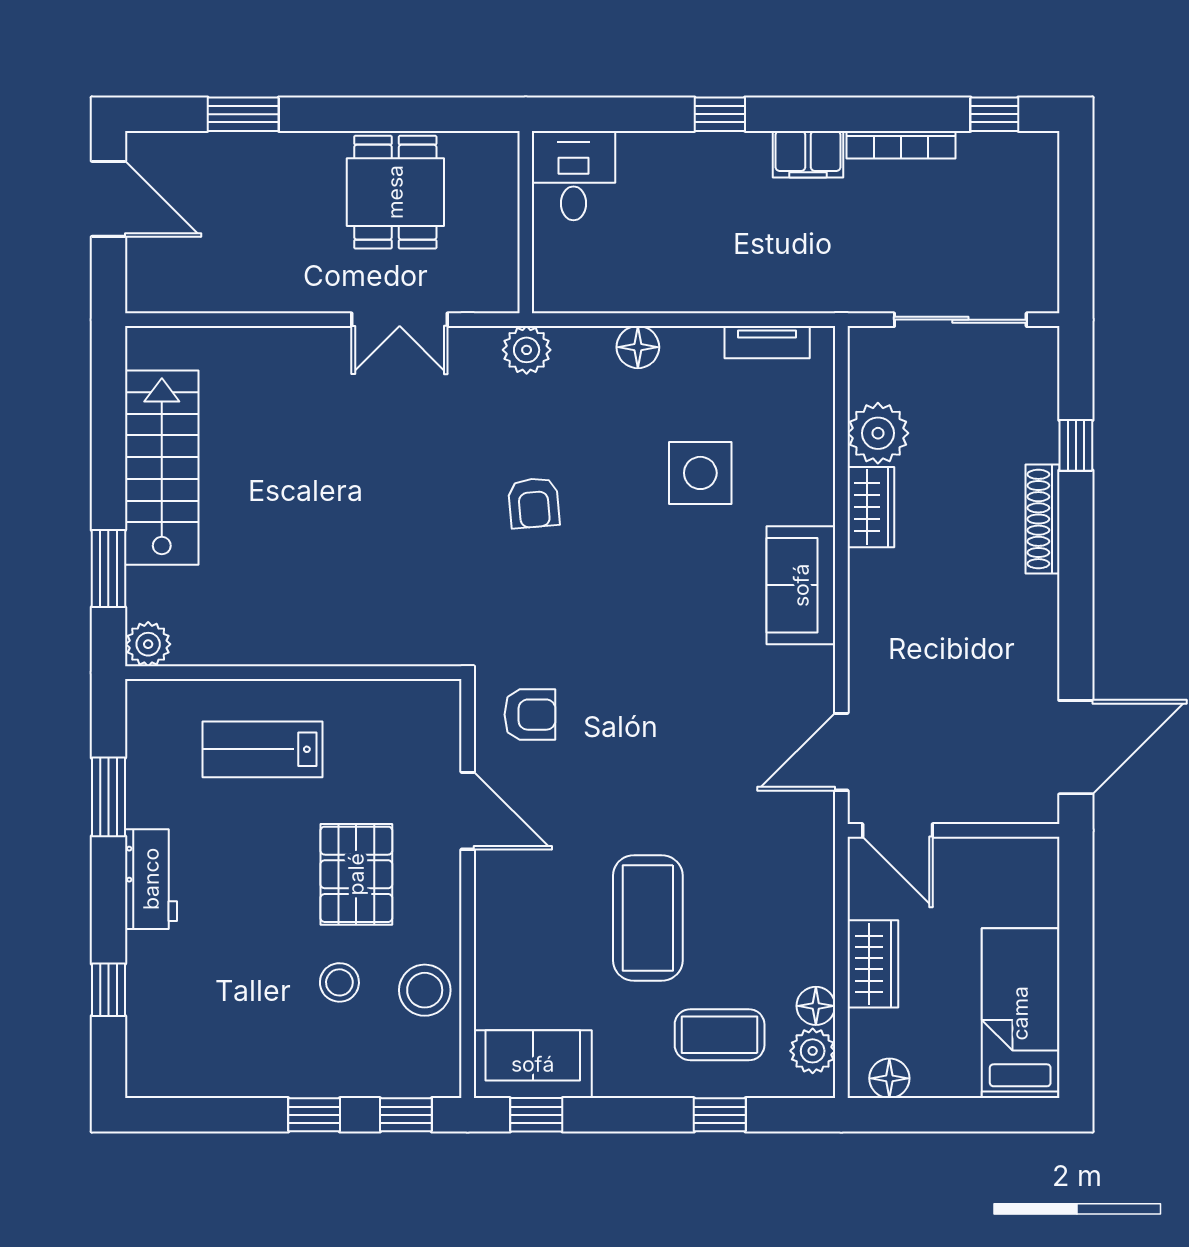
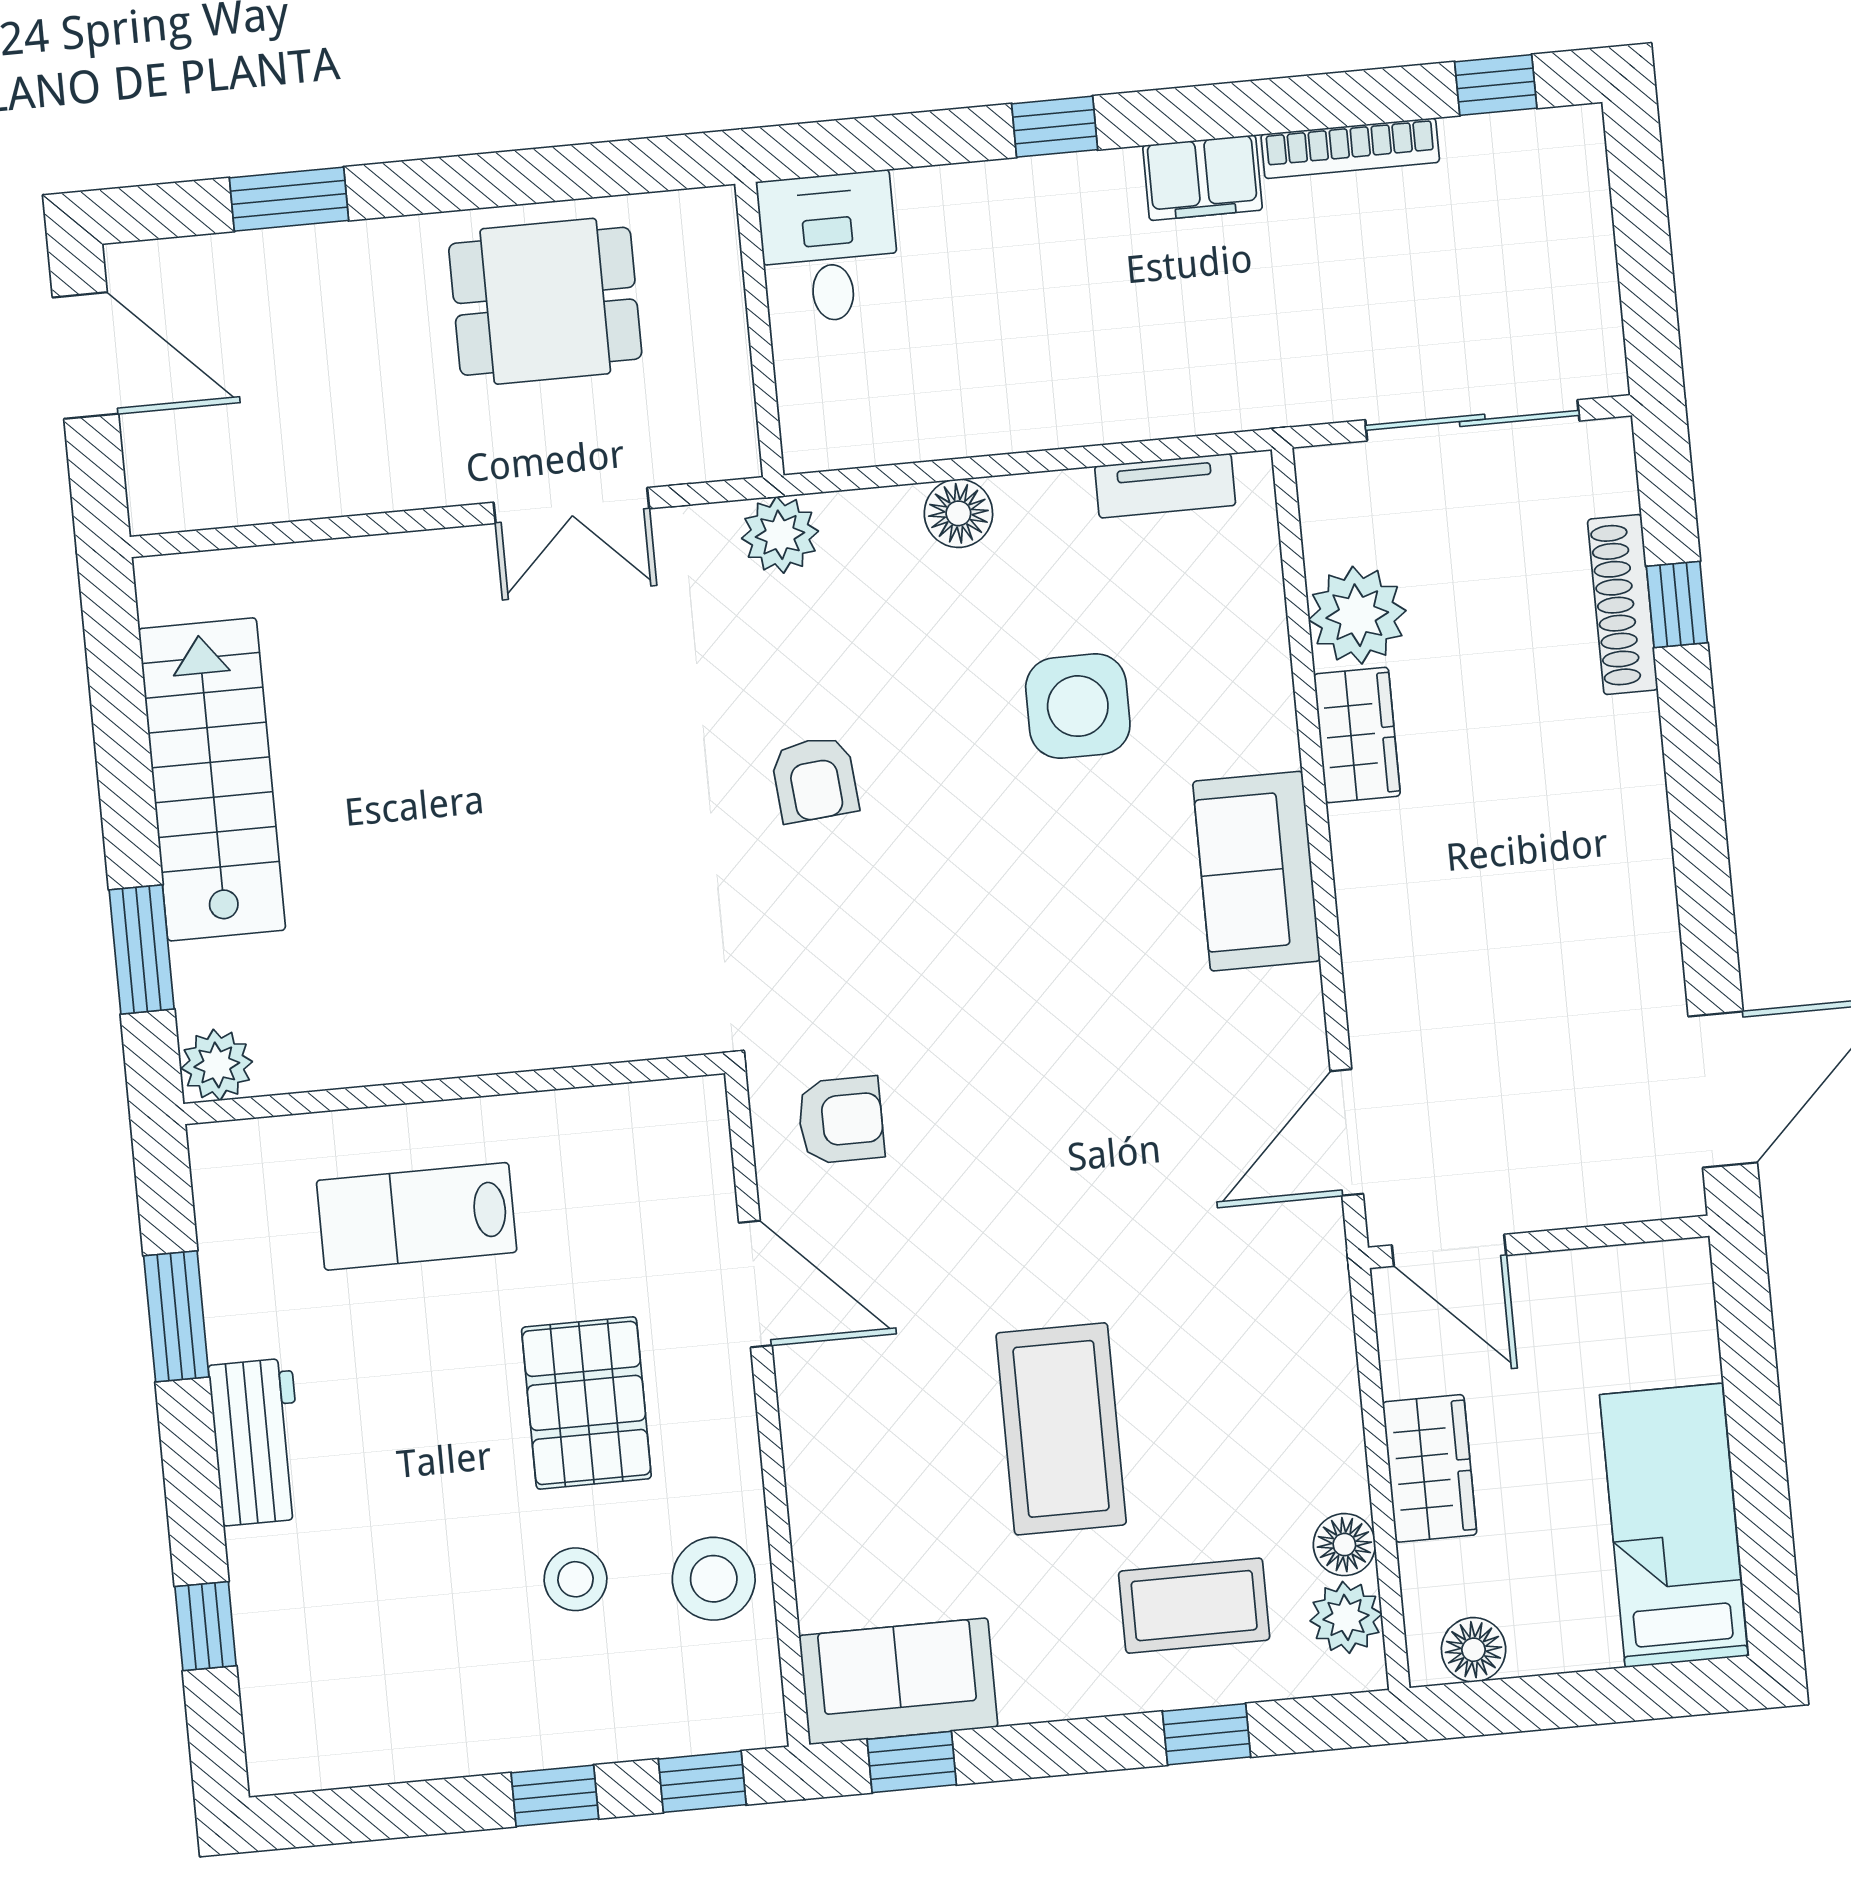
dining table: (395, 192) -> (545, 301), turned 90
shoe rack: (1042, 519) -> (1623, 604), moved

